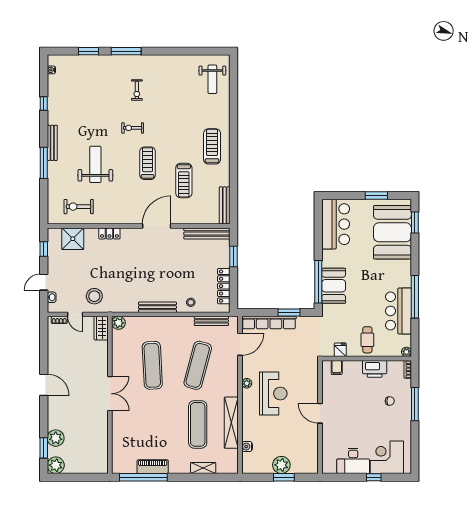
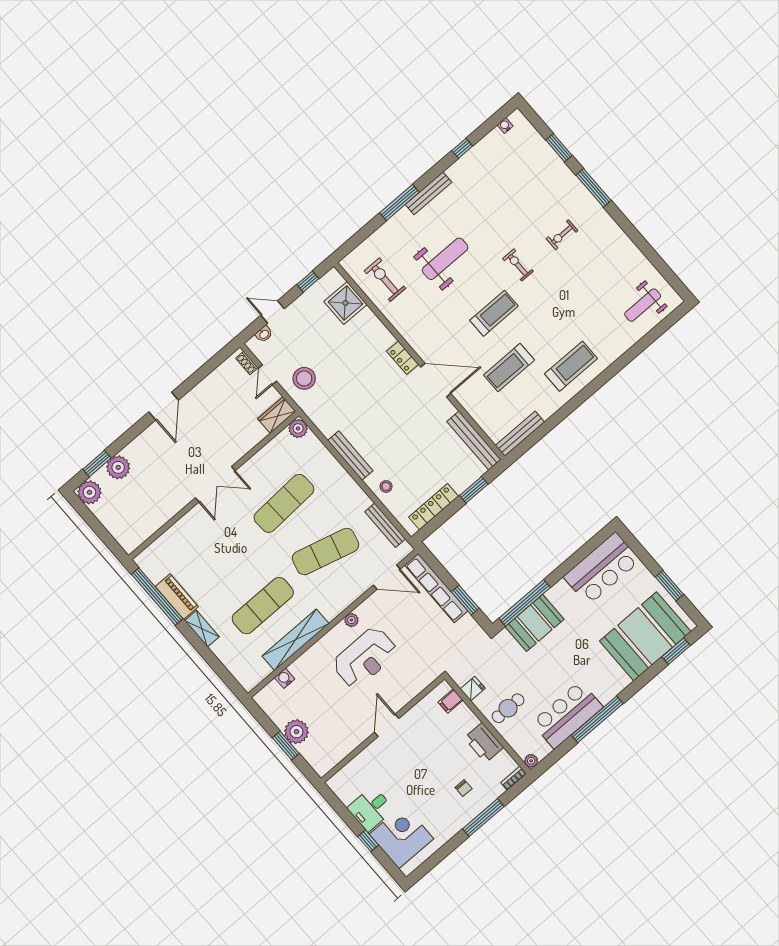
locker: (109, 233) -> (403, 358), moved
desk: (353, 461) -> (371, 809), width x0.73
shelving: (203, 468) -> (202, 629), moved

